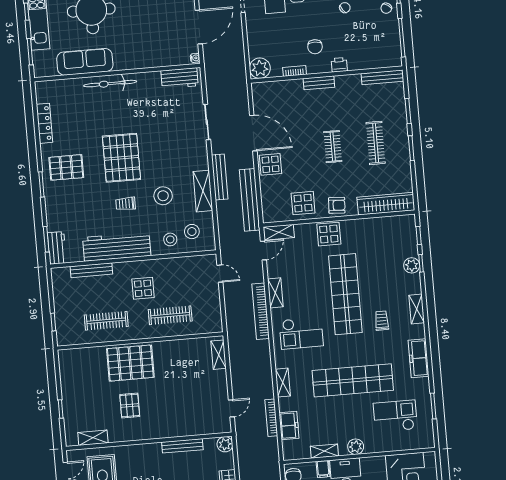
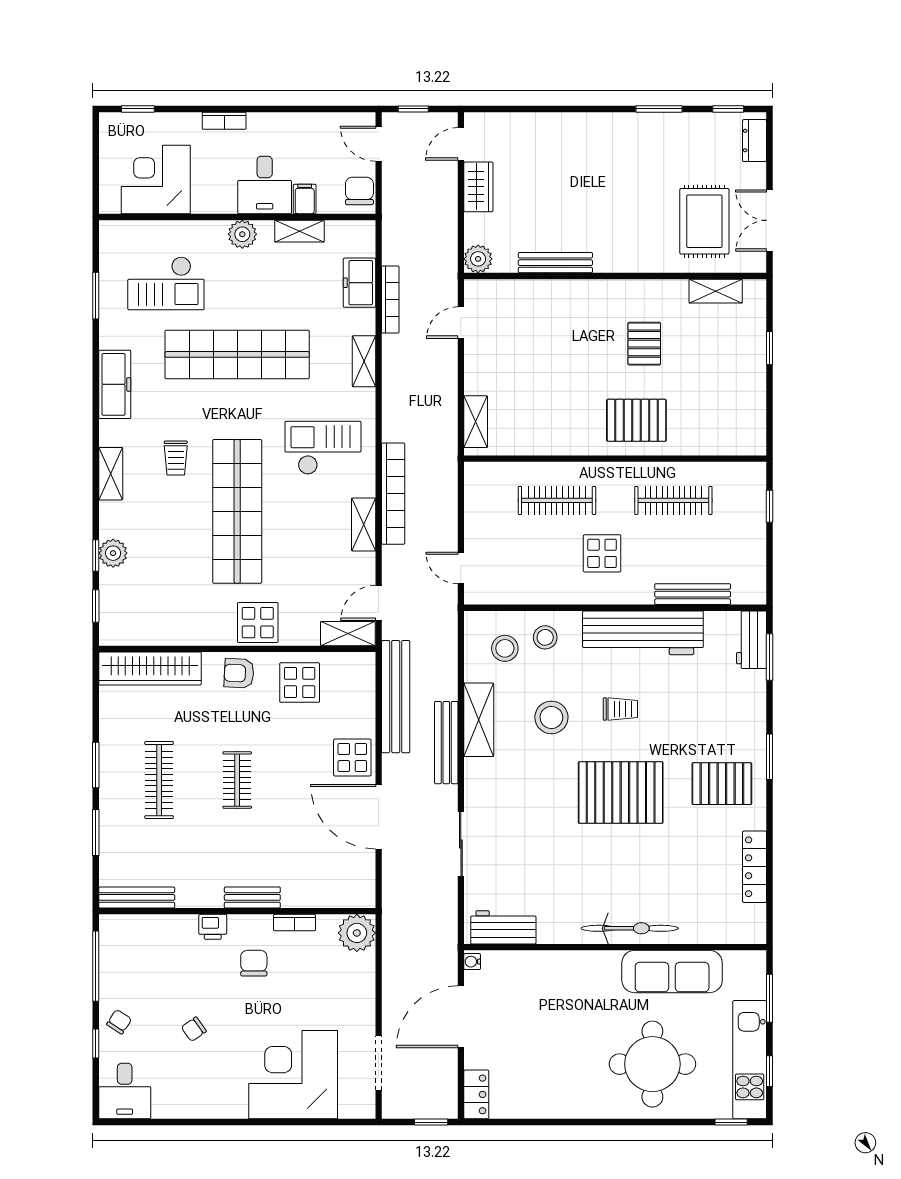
pallet: (121, 158) -> (621, 793), turned 90
pallet: (130, 363) -> (636, 420), width x0.73, depth x0.71

